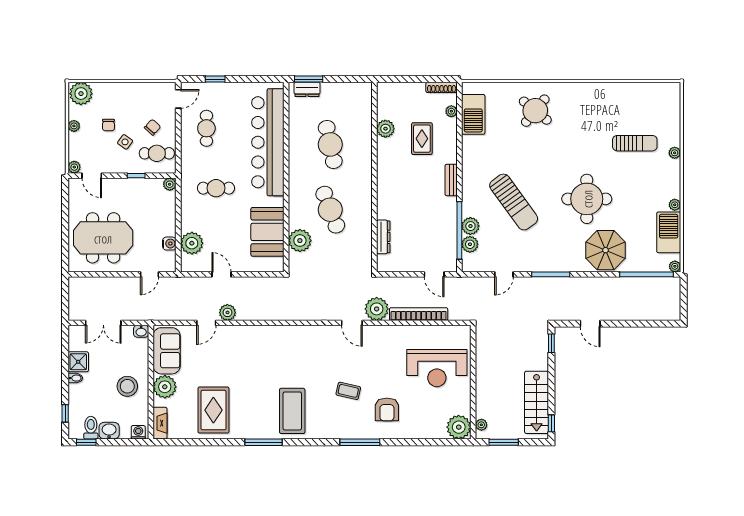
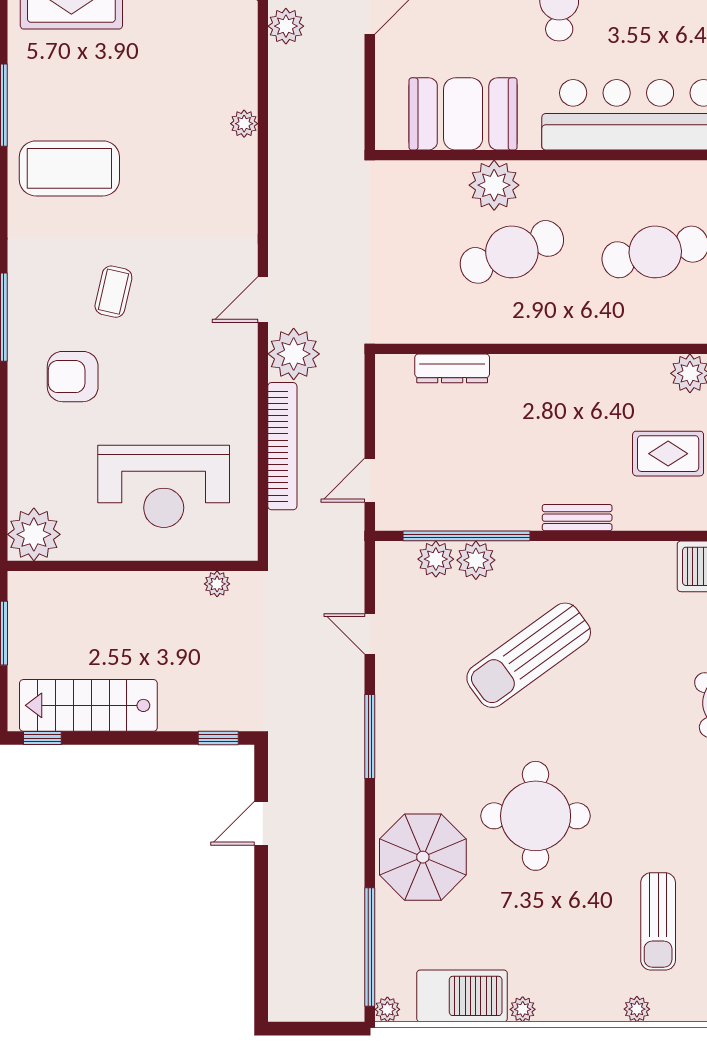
plant: (300, 241) -> (494, 185), moved
plant: (272, 331) -> (244, 124), added
reception desk: (437, 368) -> (164, 486), turned -90
plant: (481, 425) -> (217, 584), moved

